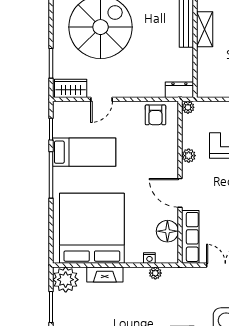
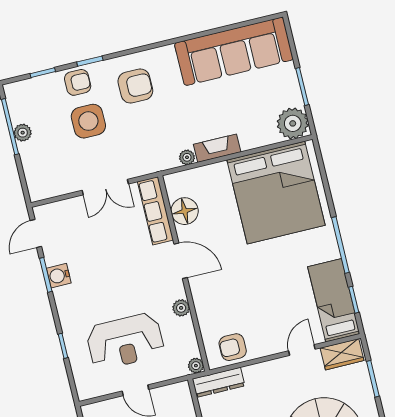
dresser: (179, 90) -> (219, 382), width x1.44
armchair: (155, 115) -> (233, 347), turned -90
bed: (84, 152) -> (334, 300), moved, turned 90
nightstand: (149, 258) -> (198, 174), removed
fireplace: (105, 274) -> (217, 148), moved

